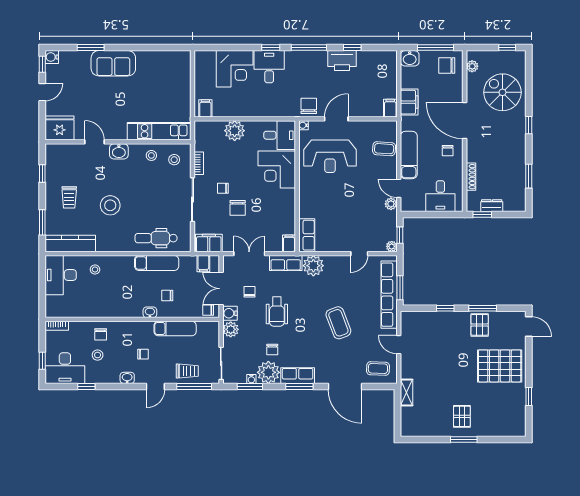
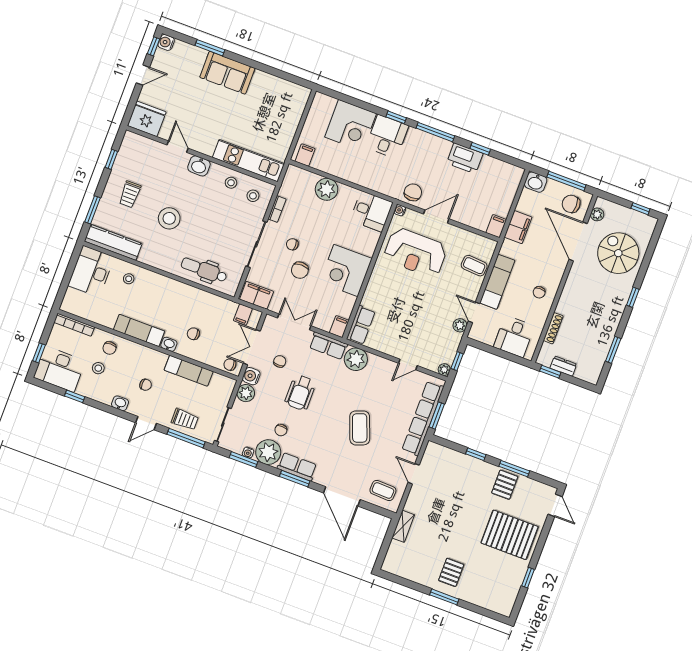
door: (465, 120) -> (578, 241), moved
corner desk: (277, 169) -> (346, 270), moved
exam couch: (157, 263) -> (139, 330), moved, turned 180
bookcase: (57, 326) -> (74, 325), width x1.56

